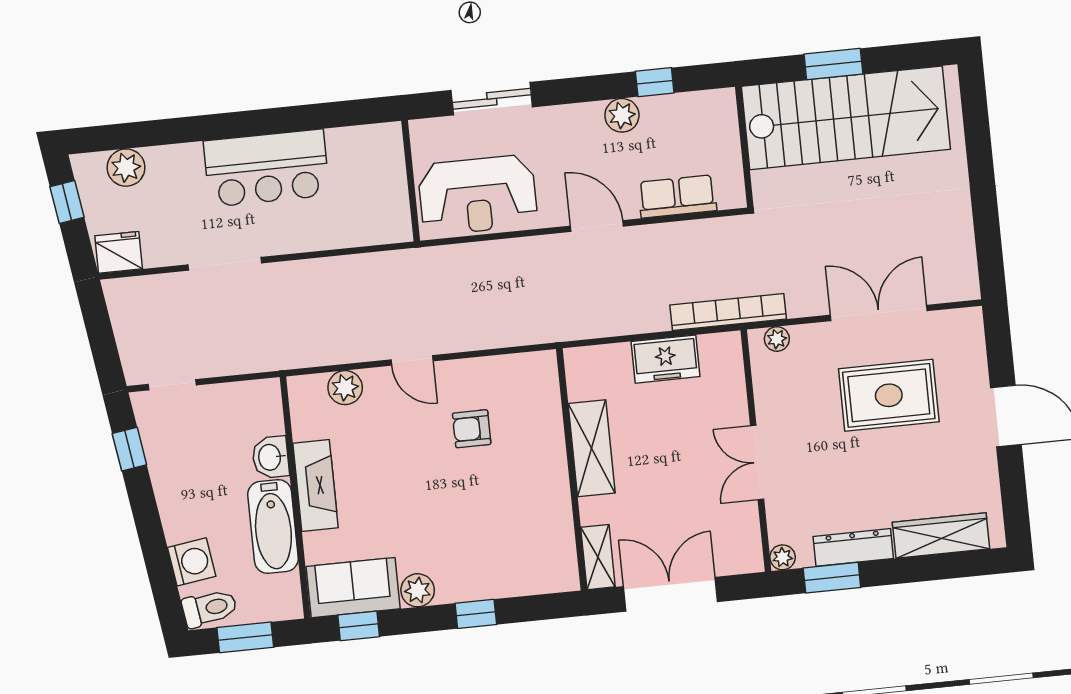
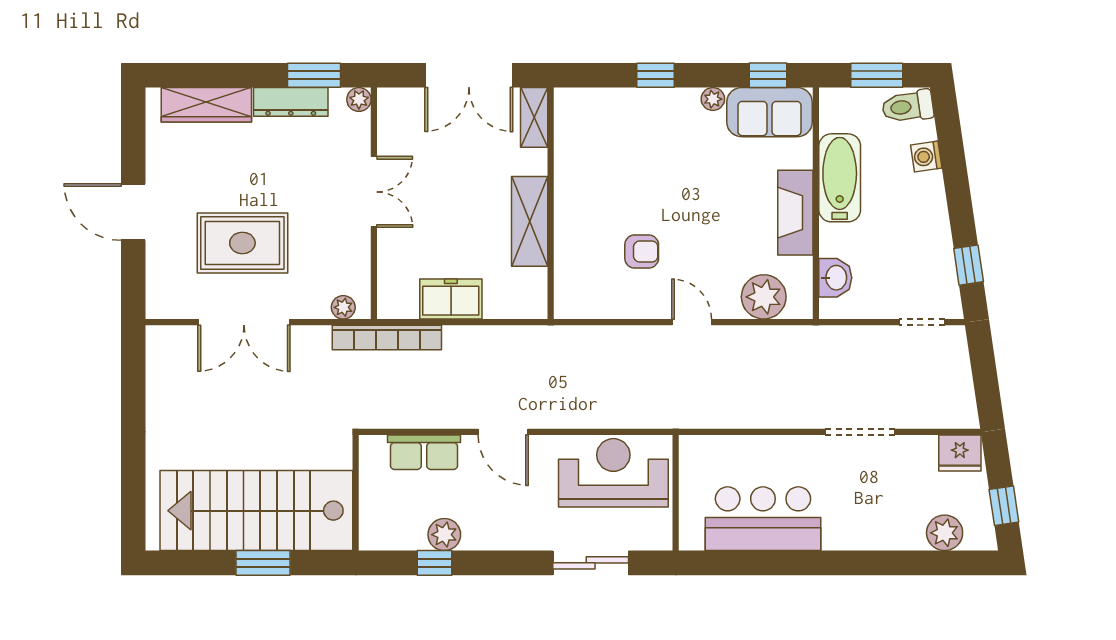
plant: (622, 115) -> (444, 535), moved
bar counter: (266, 168) -> (763, 519), moved
plant: (345, 388) -> (764, 297), width x1.36, depth x1.36
washbasin: (271, 457) -> (835, 278), moved
washing machine: (192, 562) -> (926, 156), width x0.73, depth x0.73
plant: (418, 590) -> (713, 99), width x0.73, depth x0.73

